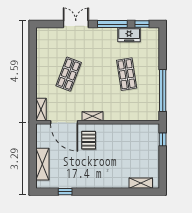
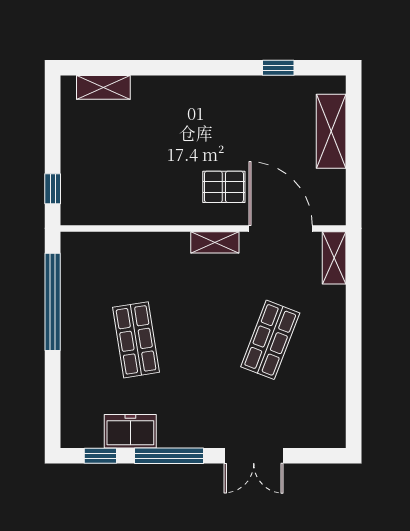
pallet: (89, 140) -> (224, 187), turned 90

